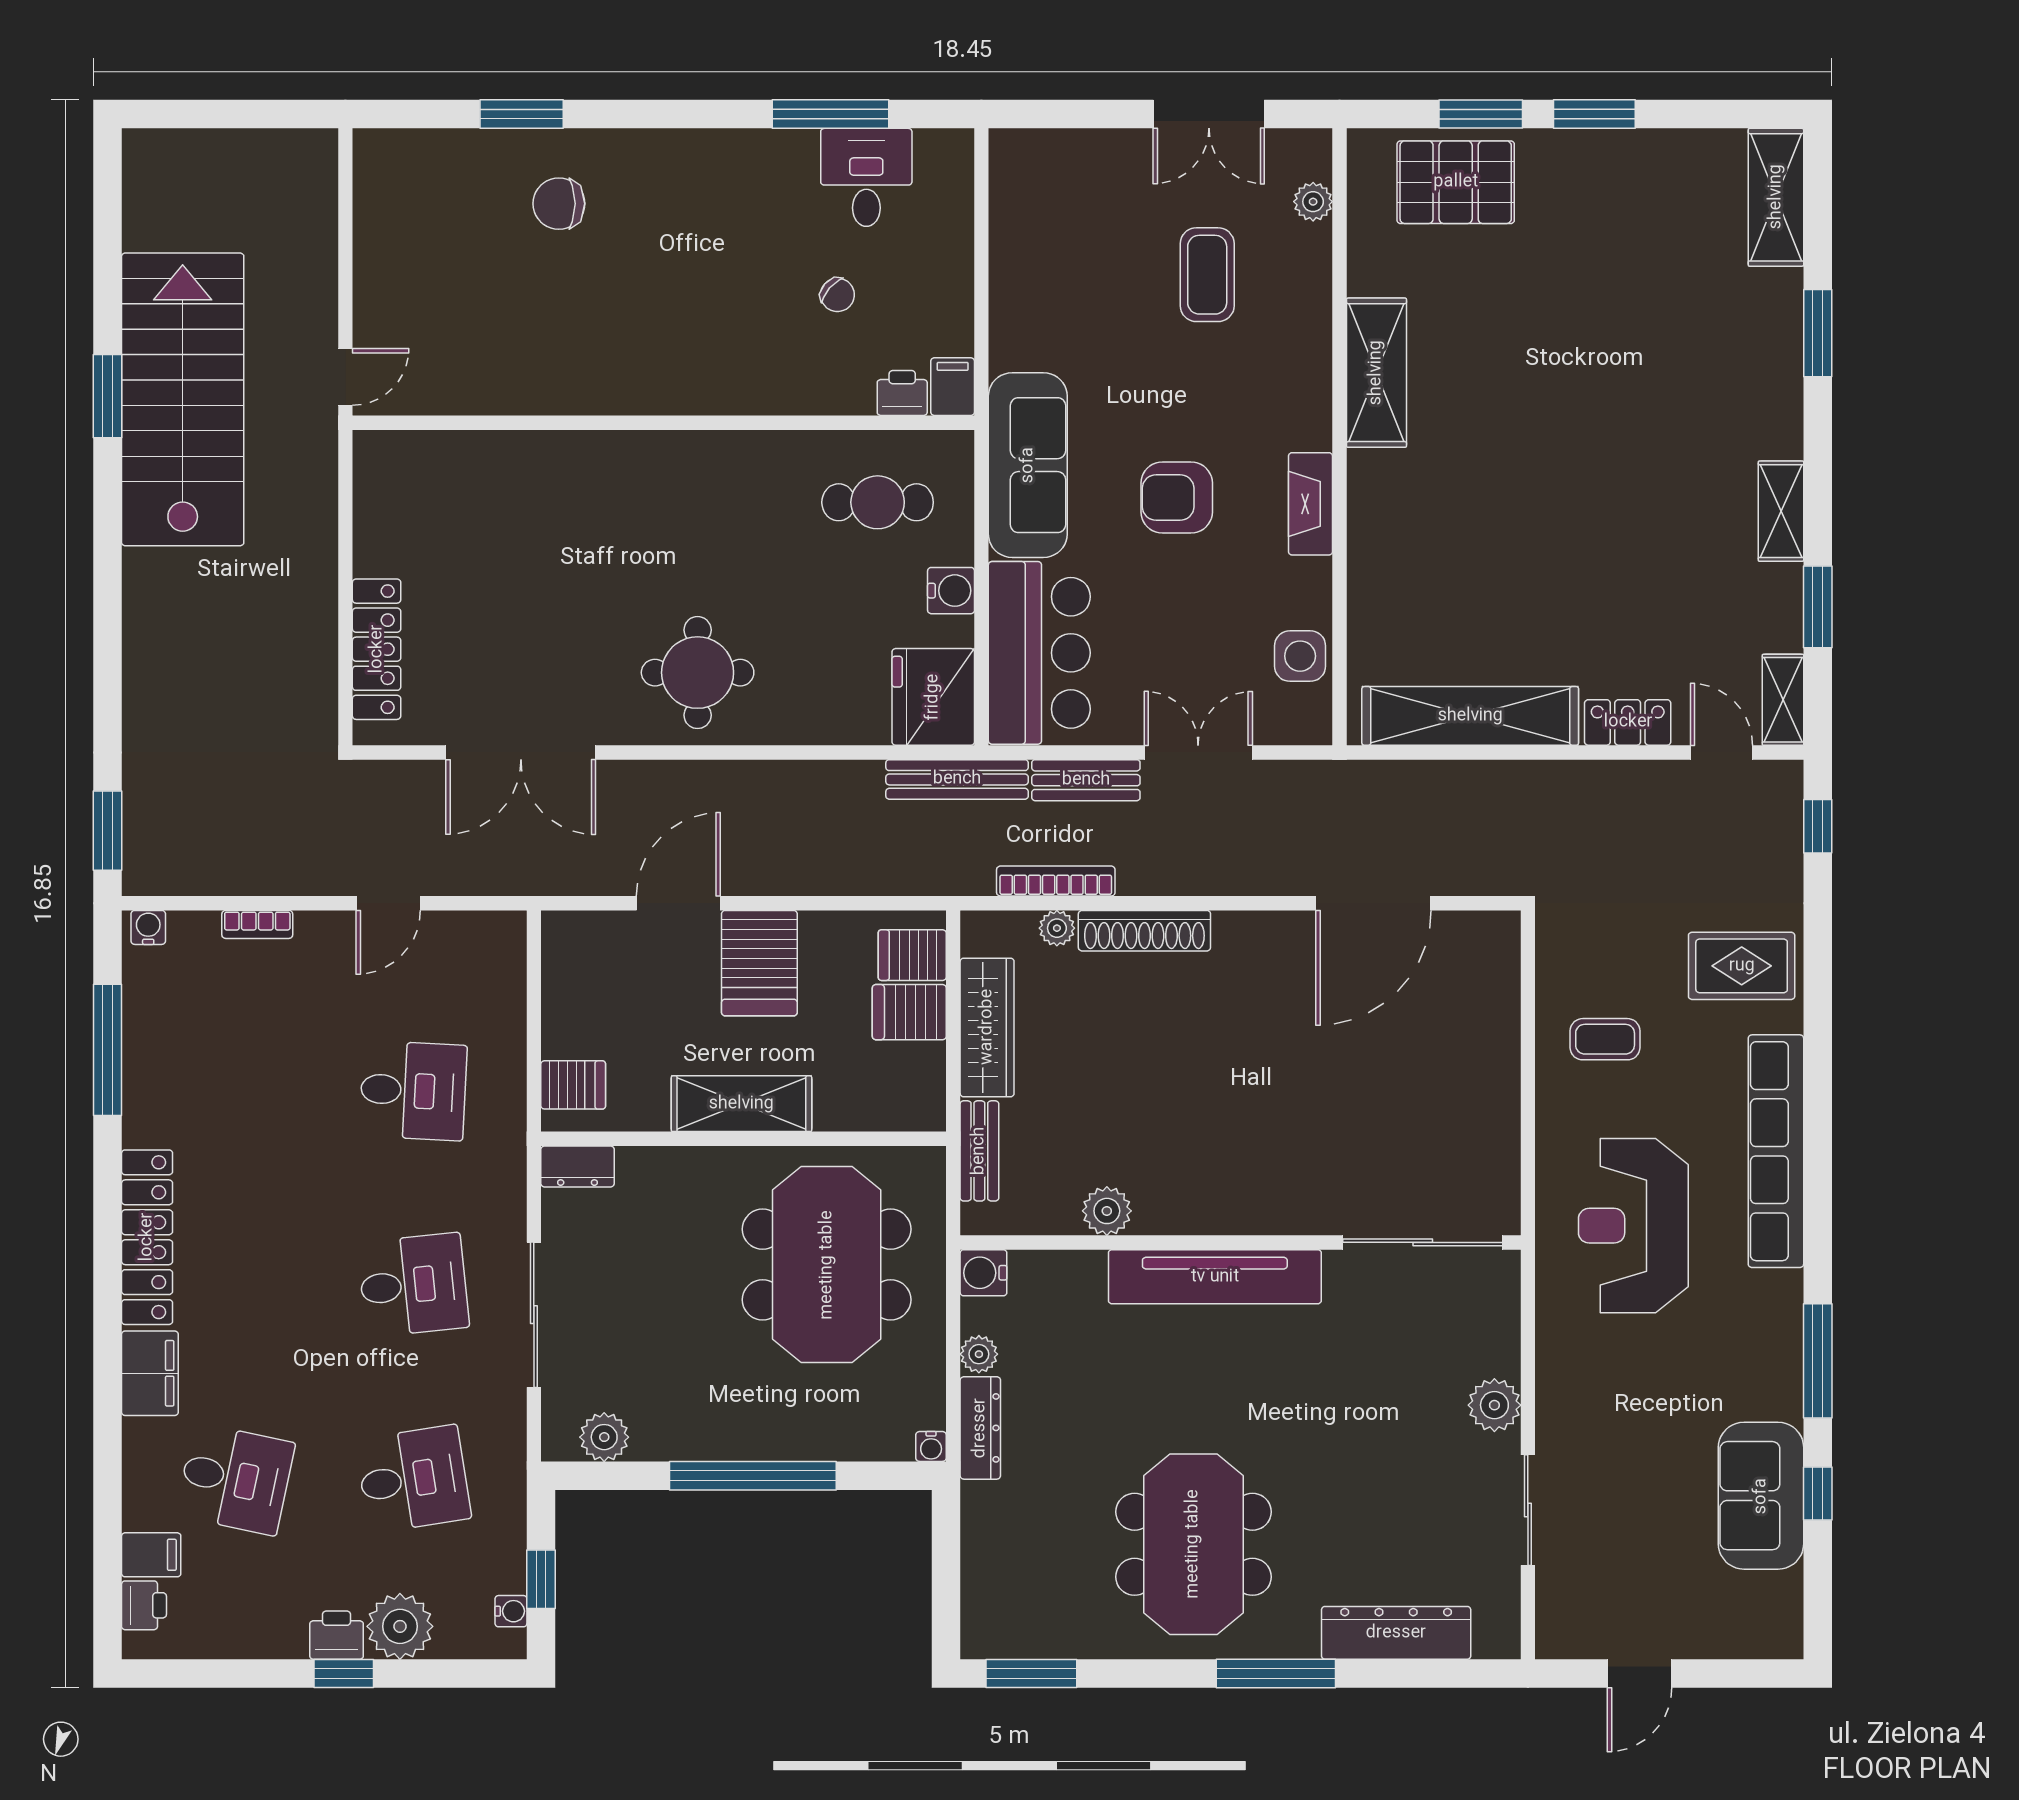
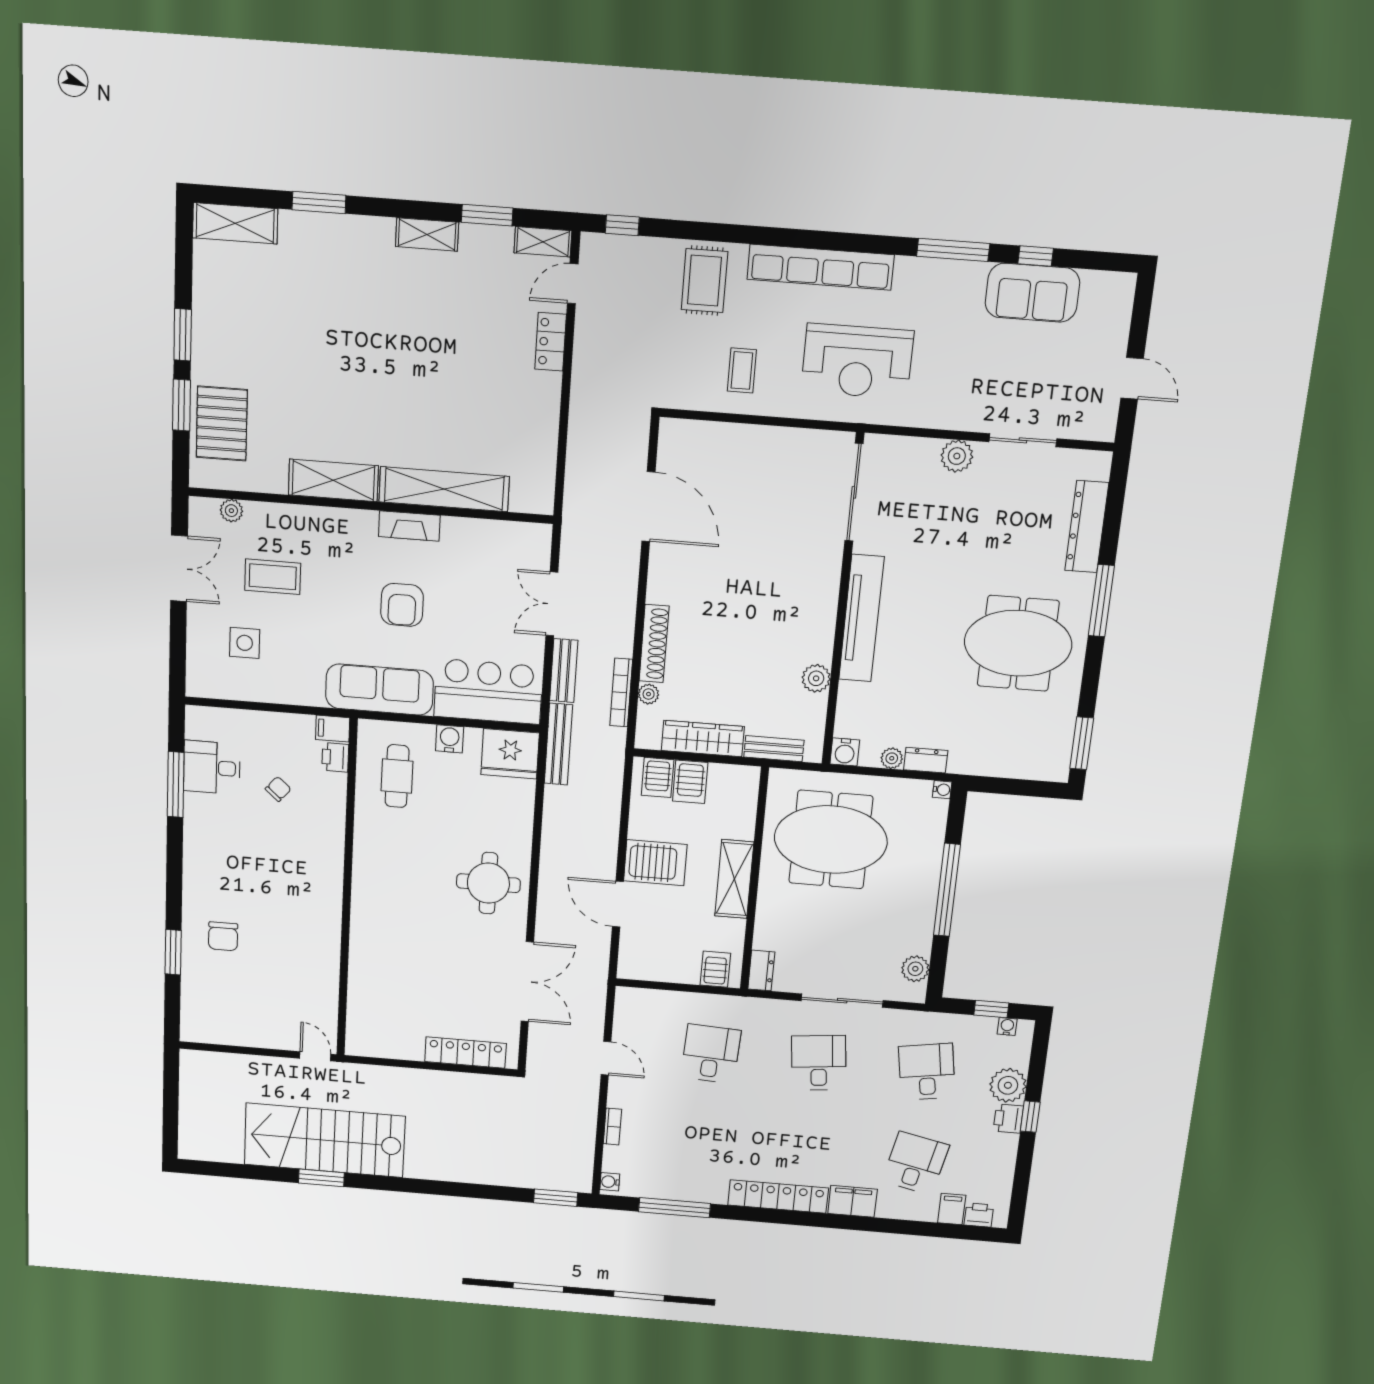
side table: (1300, 656) -> (245, 643), moved
shelving: (1470, 716) -> (444, 489), moved, turned 90
dresser: (980, 1428) -> (926, 760), width x0.70

